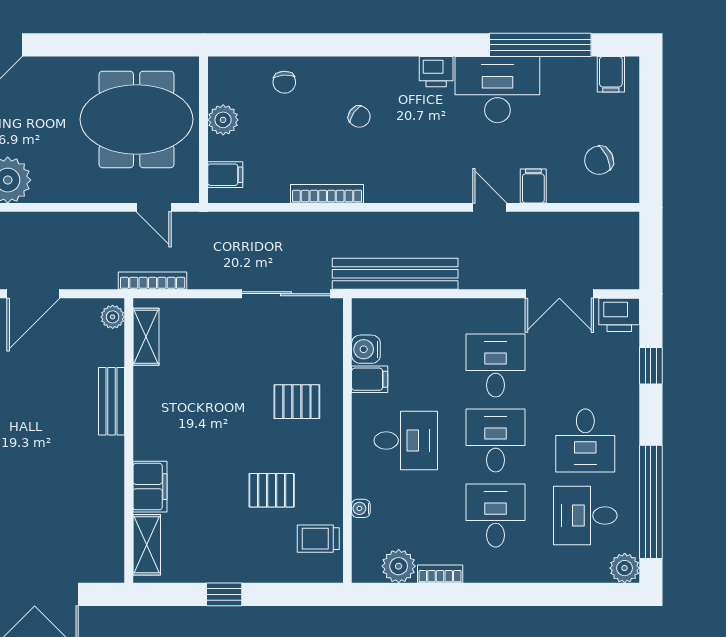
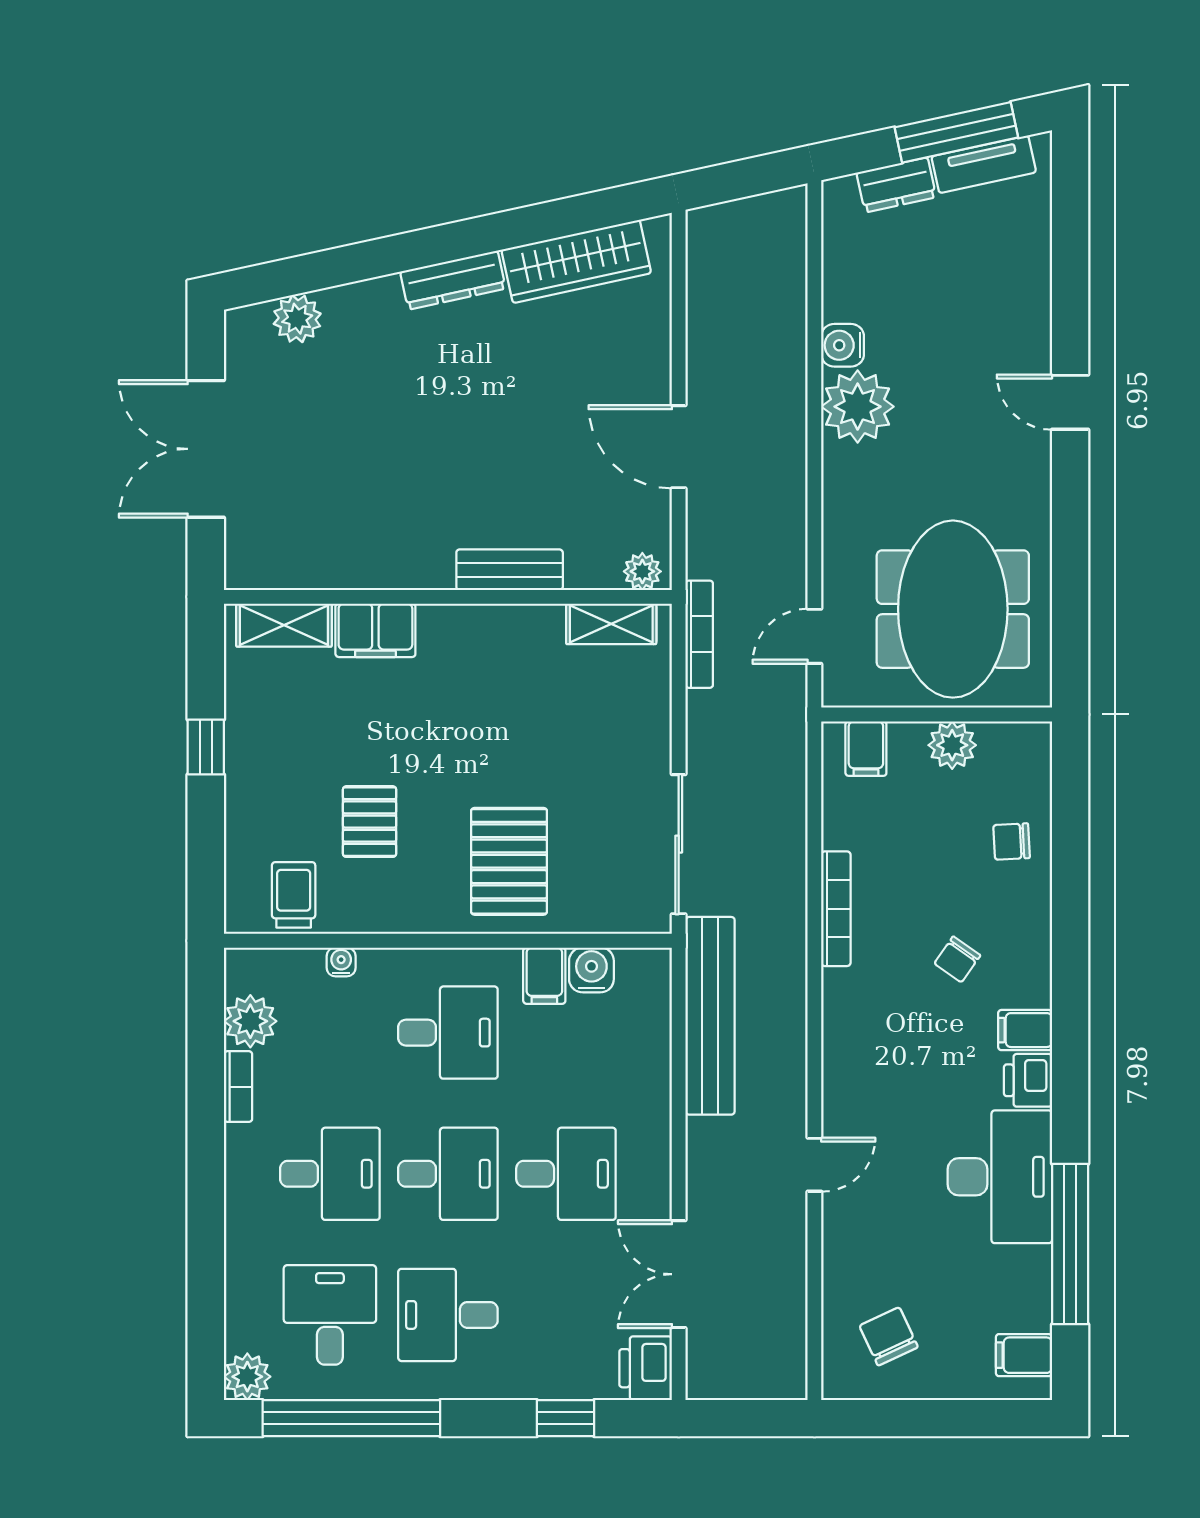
filing cabinet: (533, 186) -> (1025, 1030), moved, turned 180
pallet: (297, 402) -> (509, 861), width x1.50, depth x1.42
desk: (406, 440) -> (448, 1033), turned -90

